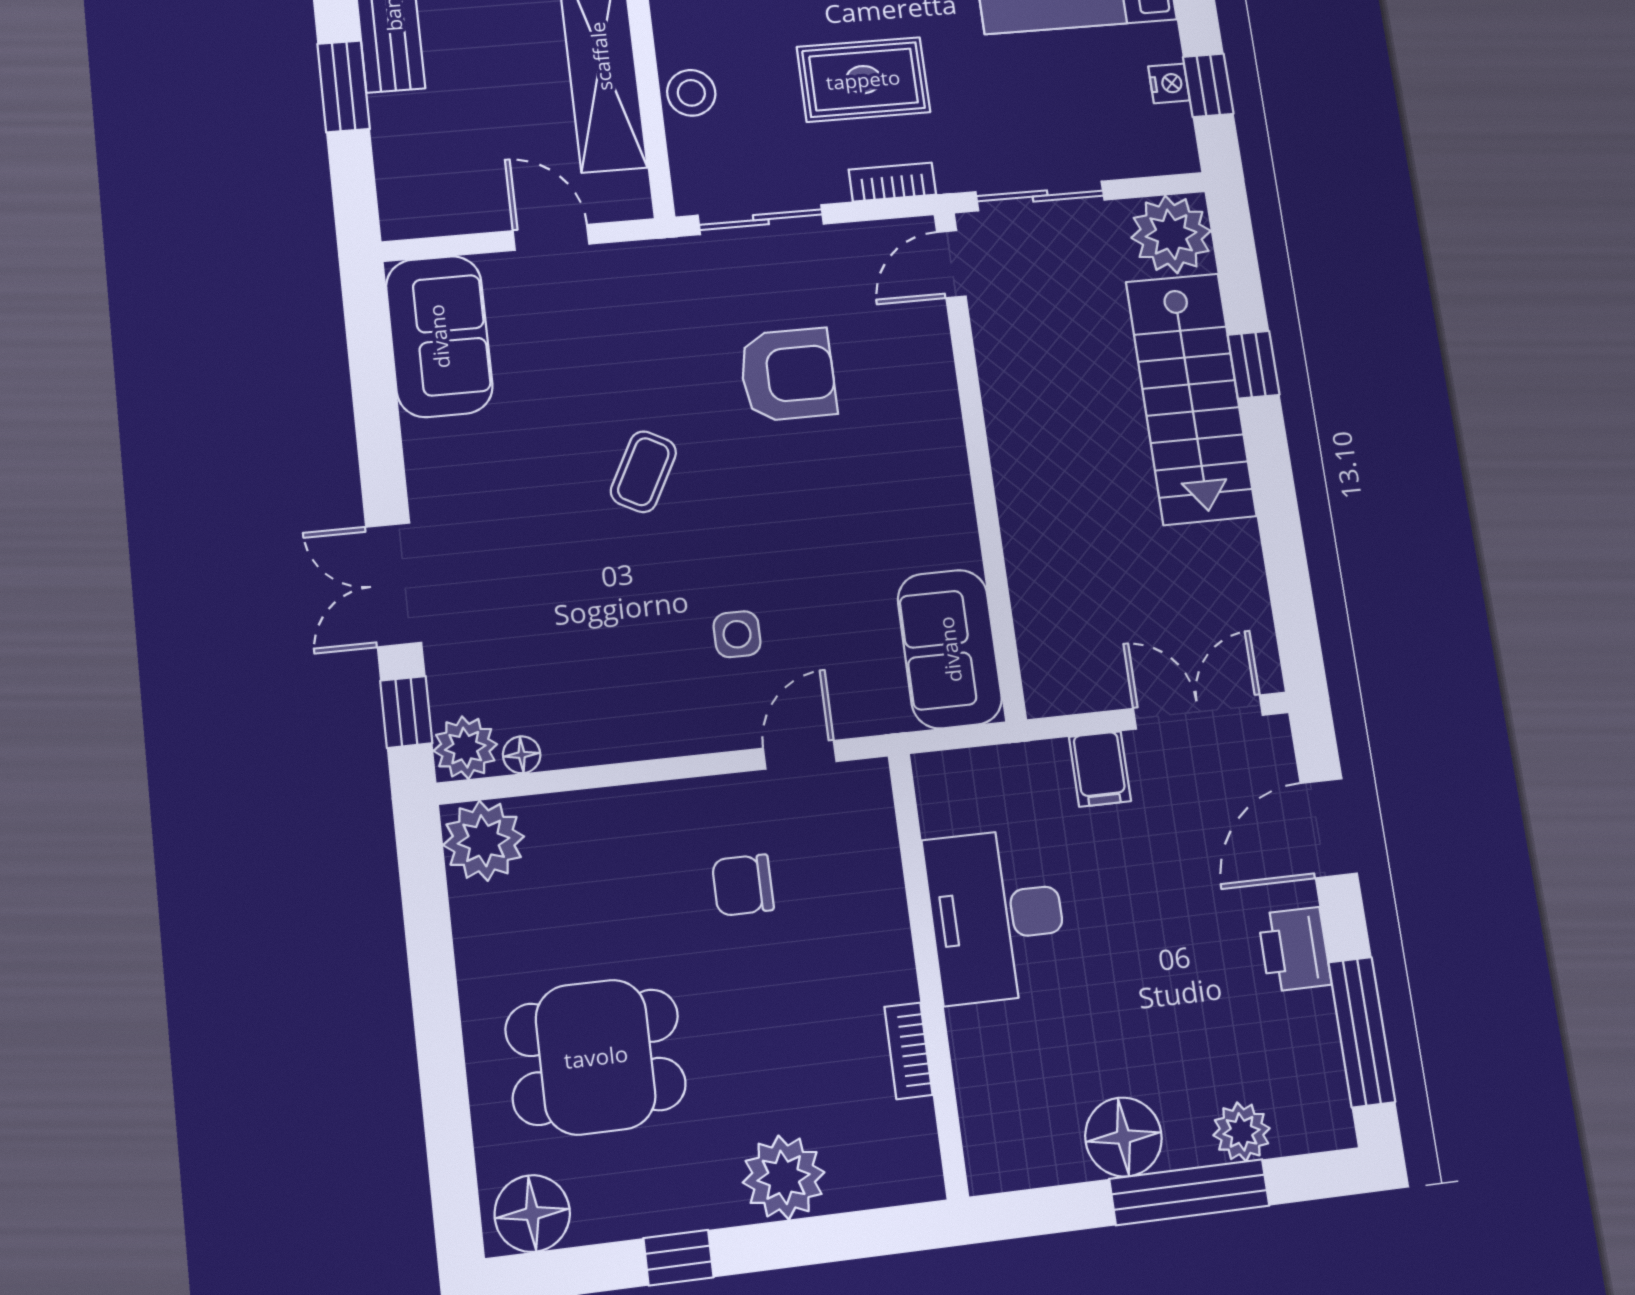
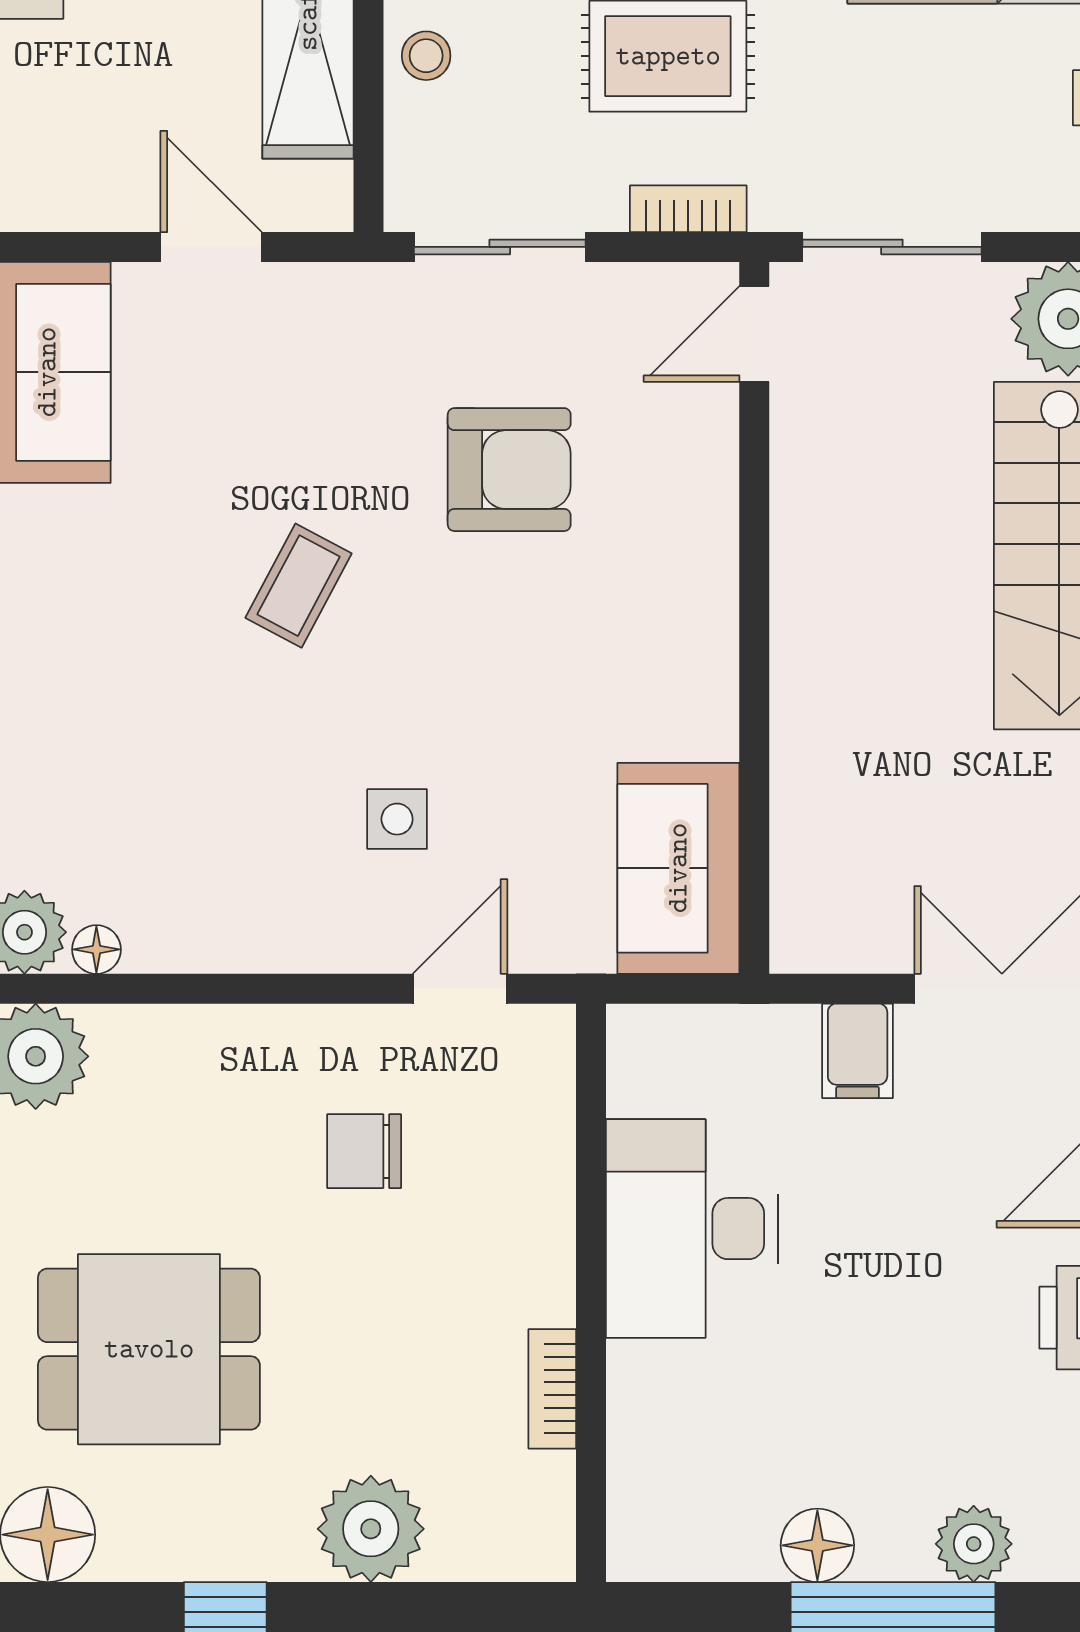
stool: (691, 93) -> (426, 56), width x0.73, depth x0.73
floor lamp: (1124, 1137) -> (817, 1545), width x0.73, depth x0.73

